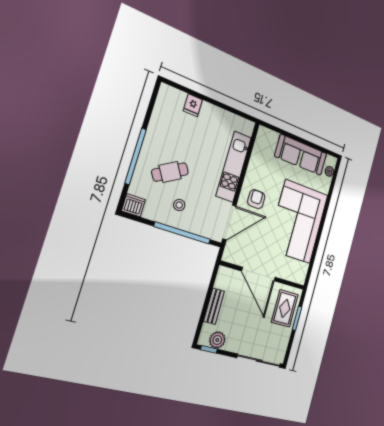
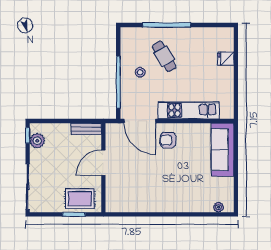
sofa: (301, 155) -> (223, 150), moved
armchair: (256, 199) -> (168, 140), turned 180
dishwasher: (133, 205) -> (128, 35), removed
corner sofa: (298, 222) -> (161, 188), removed
door: (259, 274) -> (103, 163), width x0.73
bench: (214, 306) -> (86, 129), moved

